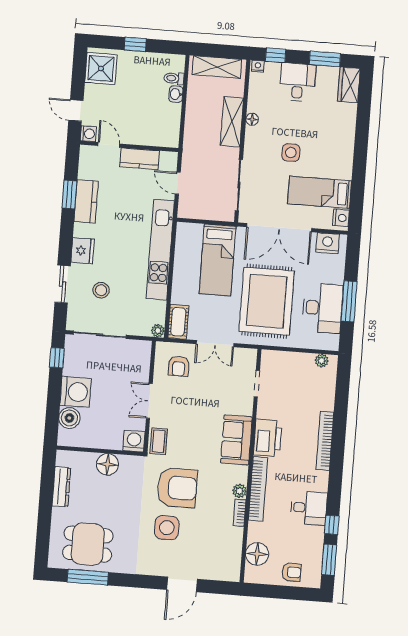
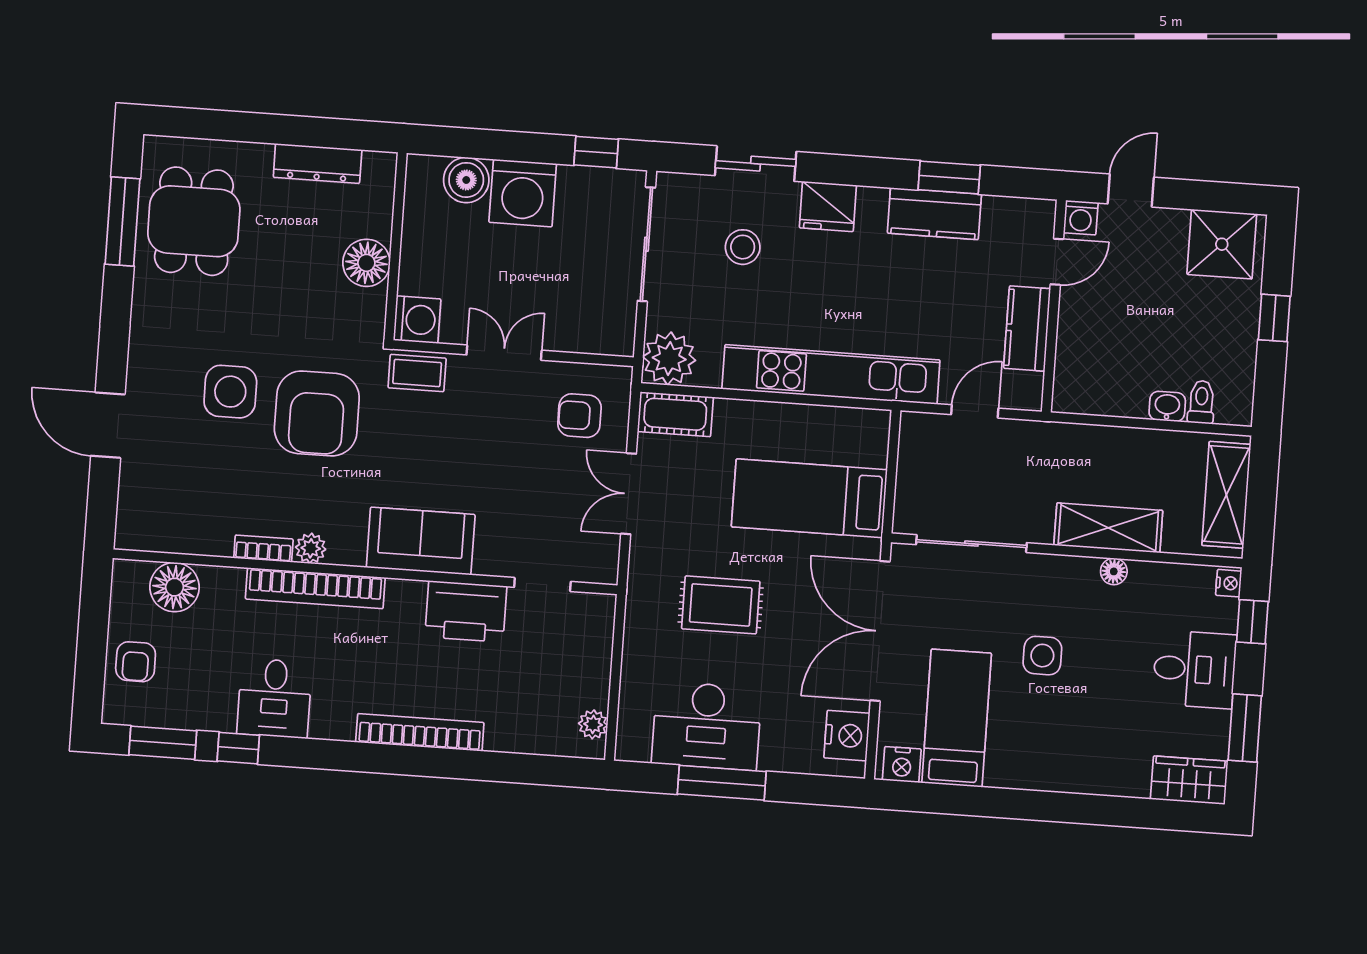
rug: (267, 301) -> (721, 605), width x0.54, depth x0.49
plant: (158, 331) -> (669, 358), width x1.87, depth x1.87
printer: (268, 438) -> (466, 612), moved

